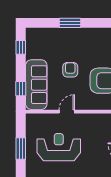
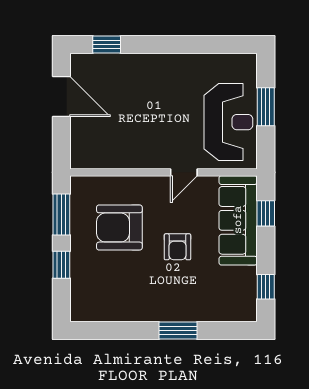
reception desk: (59, 147) -> (228, 122), moved, turned -90

